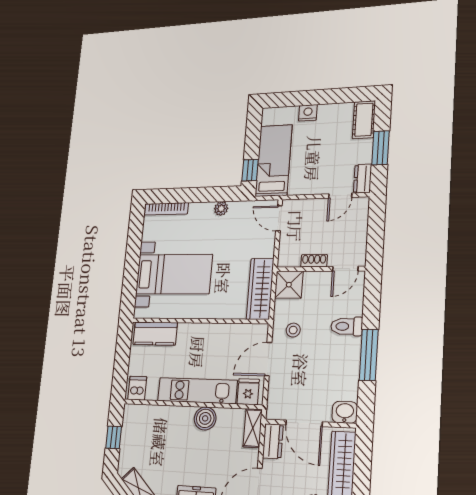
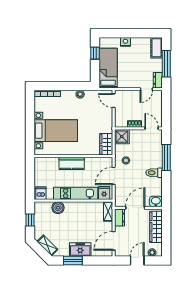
window: (380, 148) -> (166, 64), width x1.44
window: (250, 170) -> (95, 53), moved
door: (345, 269) -> (152, 128), swing flipped
wardrobe: (260, 289) -> (106, 144), width x0.67
toilet: (347, 326) -> (154, 173), moved
kitchen counter: (155, 334) -> (72, 163), moved
window: (369, 355) -> (166, 158), moved
boiler: (205, 418) -> (58, 208), moved
door: (304, 423) -> (135, 208), swing flipped

